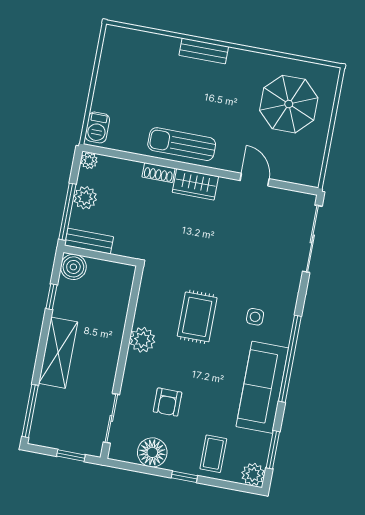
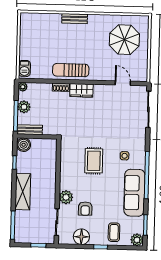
door: (255, 180) -> (123, 83), moved
plant: (142, 340) -> (66, 197), moved

